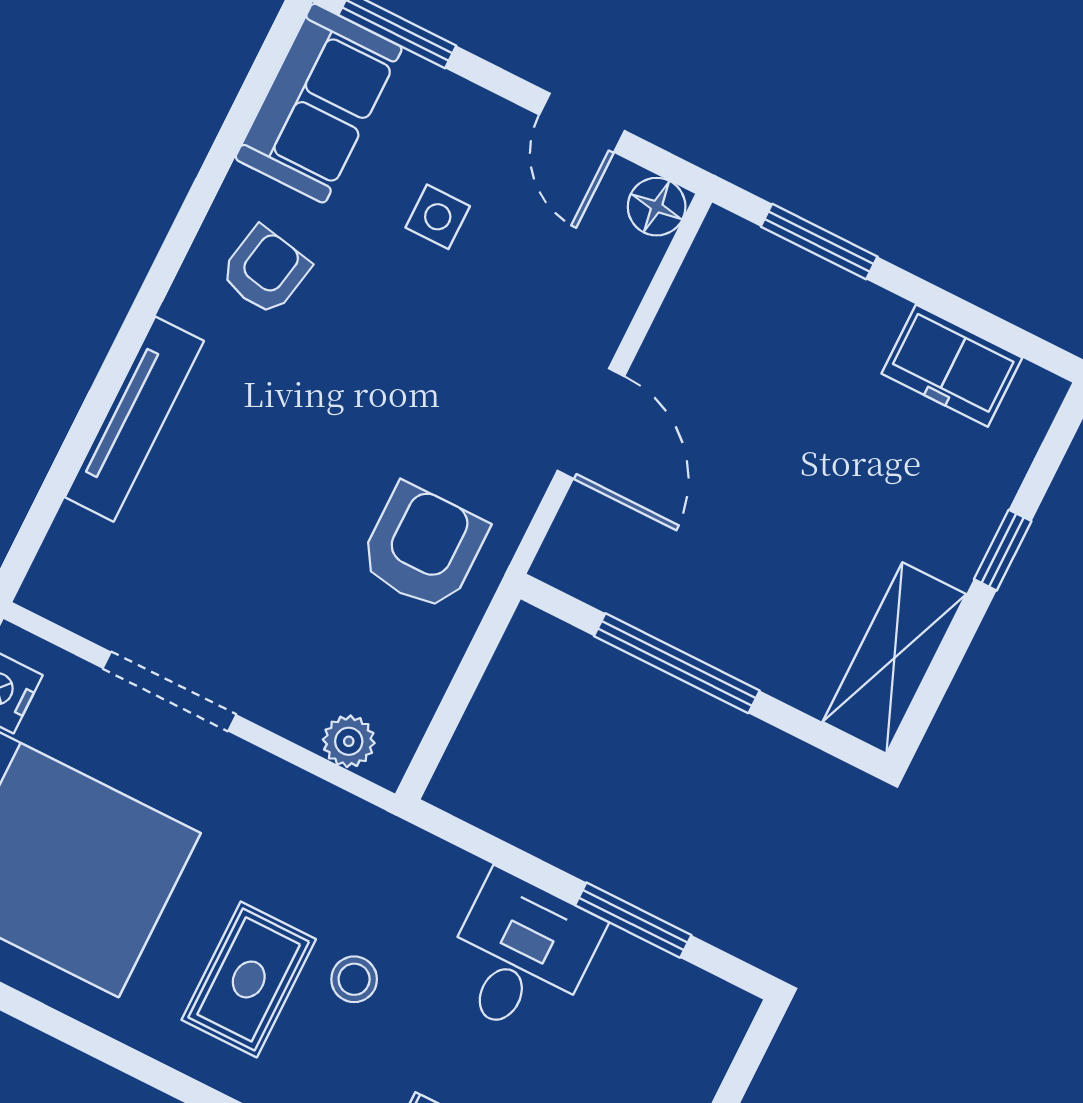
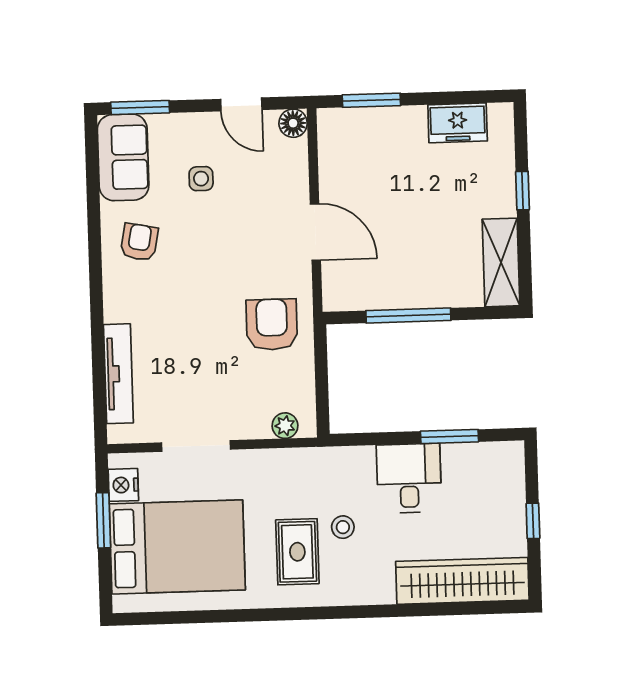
tv unit: (134, 419) -> (118, 374), moved

